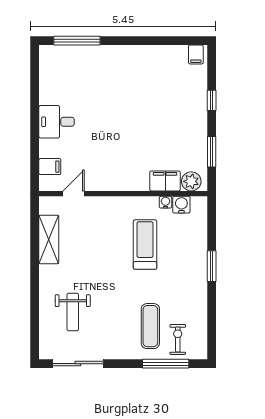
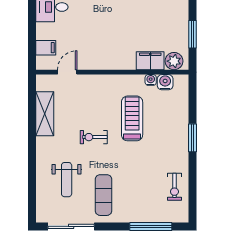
exercise bike: (103, 265) -> (94, 137), added
exercise mat: (150, 326) -> (103, 195), moved
exercise bike: (178, 339) -> (174, 187), moved, turned 180

